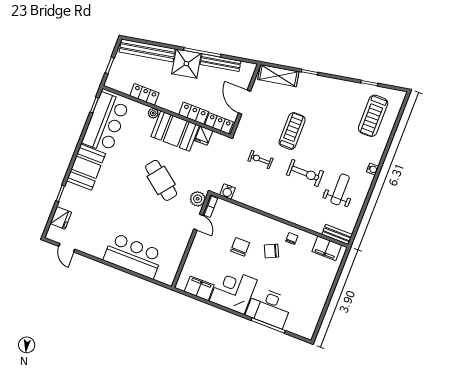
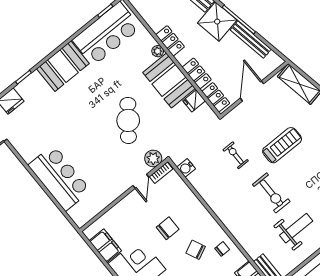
locker: (144, 94) -> (170, 41), moved

